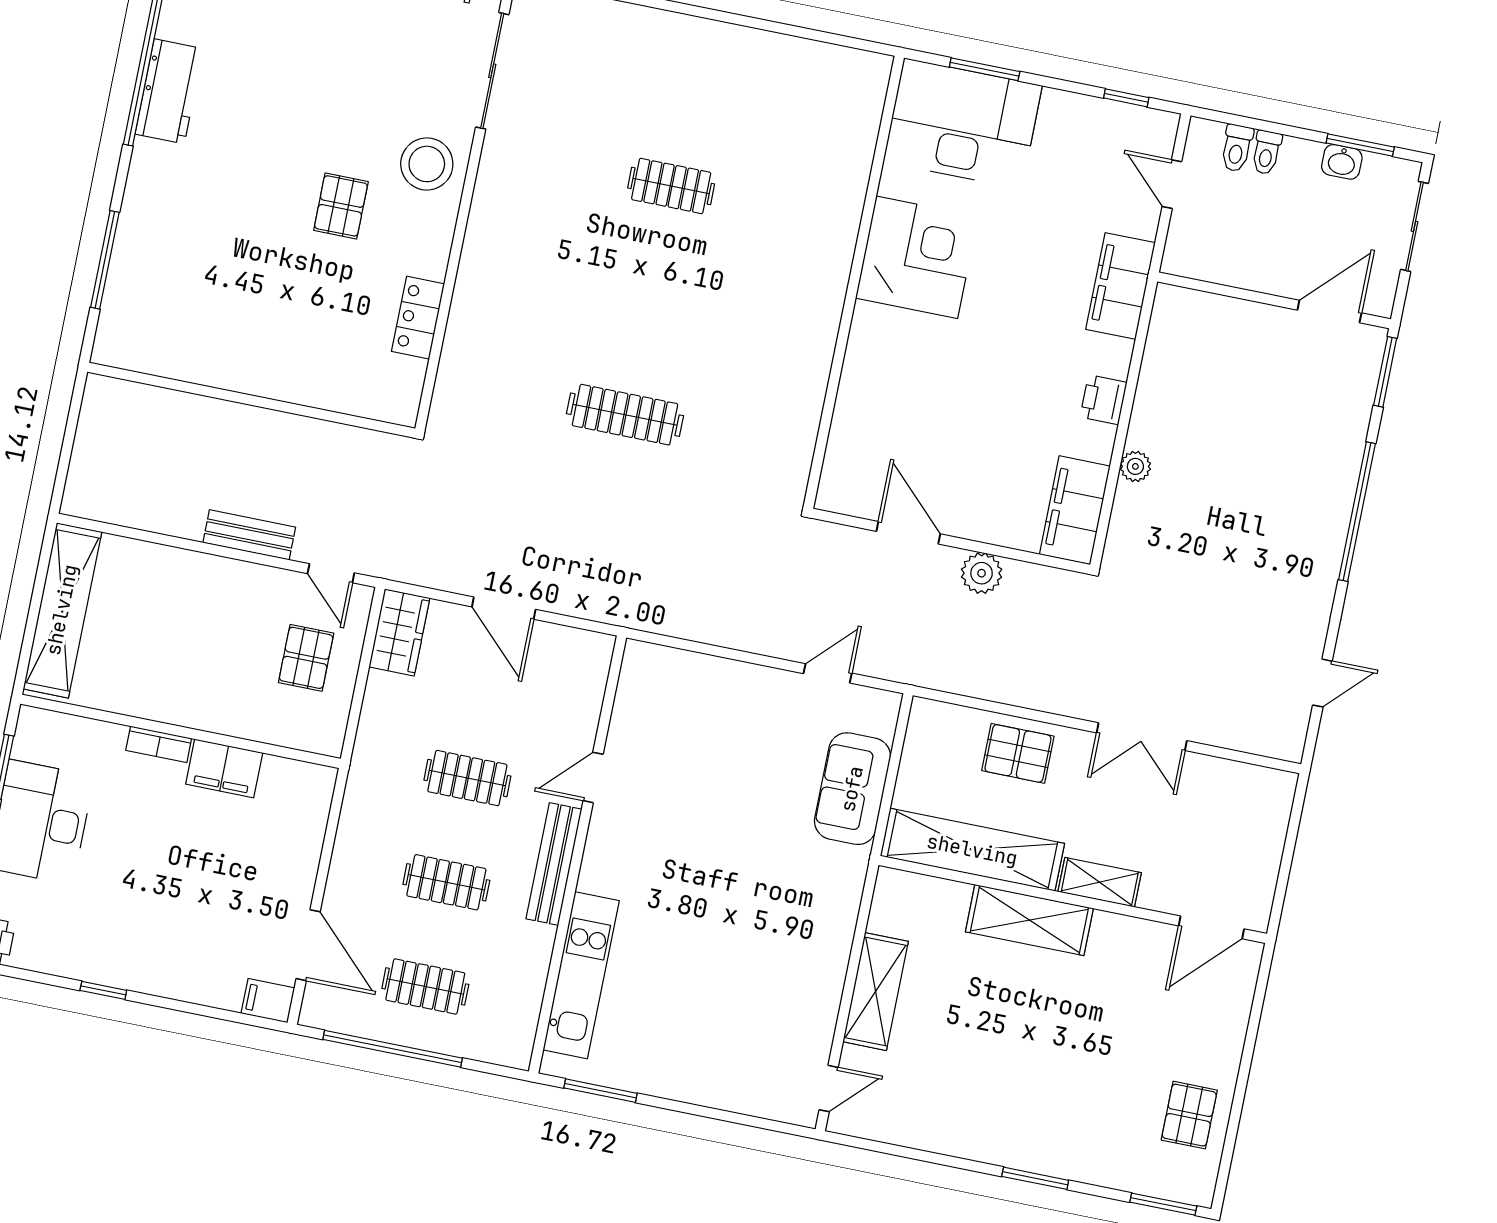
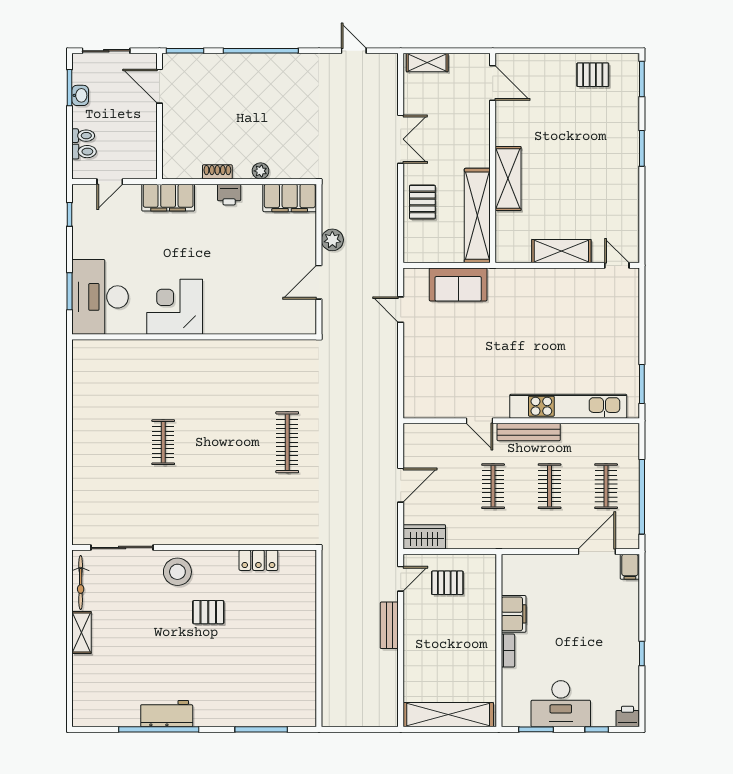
shoe rack: (1150, 386) -> (217, 172), added
shelving: (1100, 882) -> (427, 63), moved, turned 90
kitchen unit: (581, 975) -> (568, 406), width x1.36

